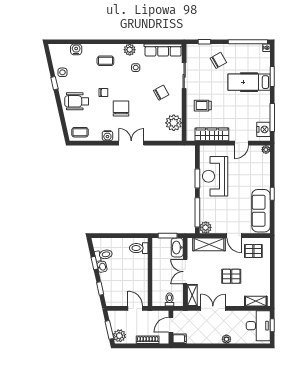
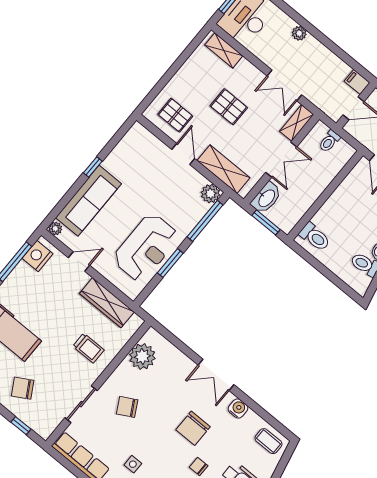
sofa: (261, 211) -> (88, 201), moved

